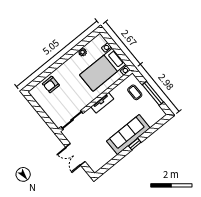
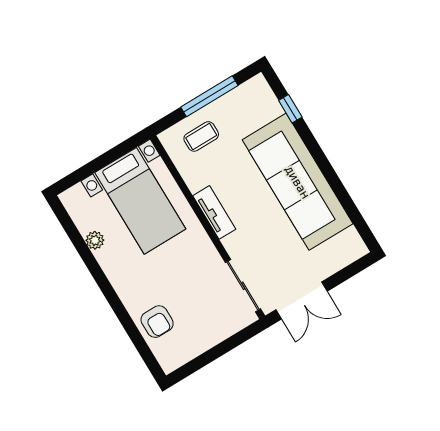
sofa: (128, 135) -> (298, 182), width x1.36, depth x1.27
window: (135, 144) -> (290, 109), moved
double door: (75, 154) -> (301, 301), moved

